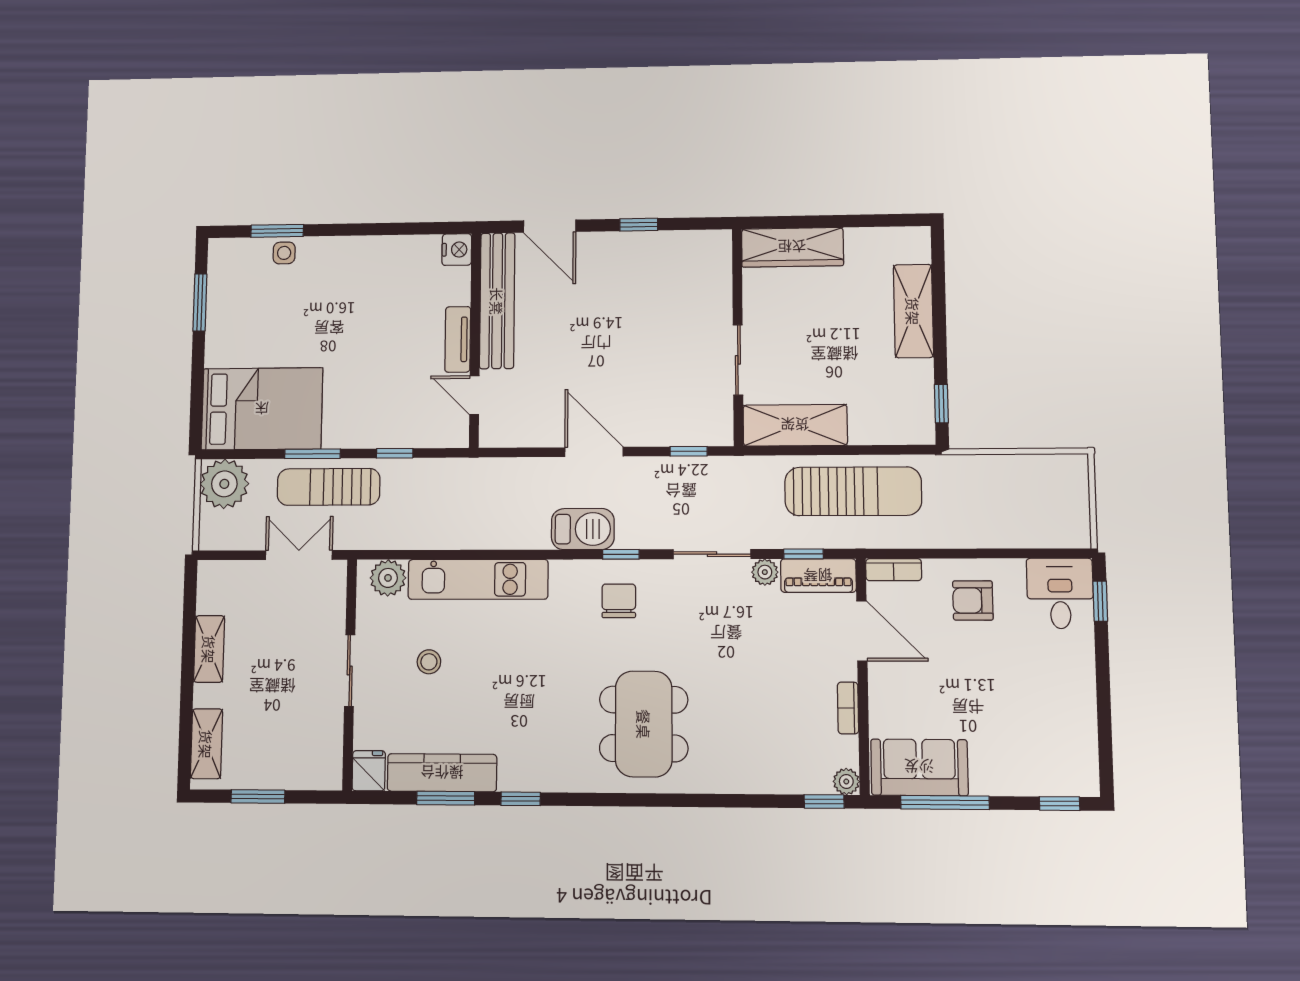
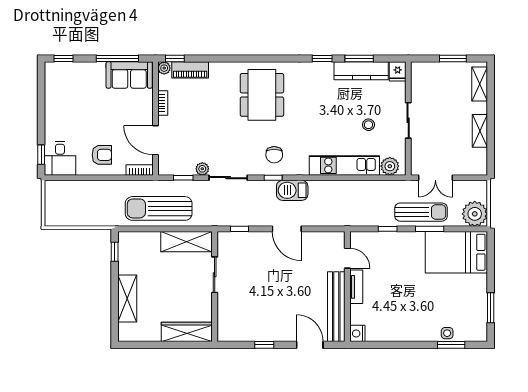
piano: (818, 576) -> (190, 70), moved, turned 180

